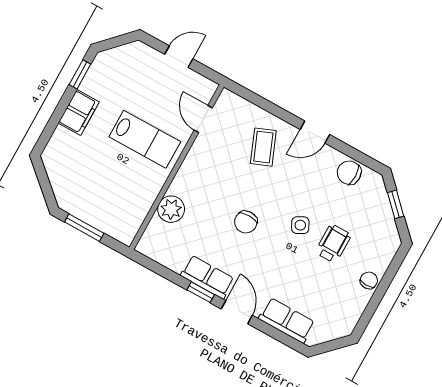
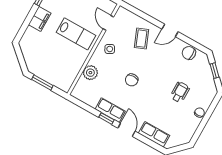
side table: (300, 225) -> (110, 49), moved

